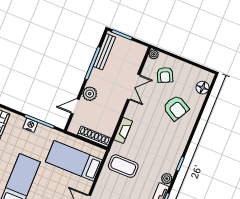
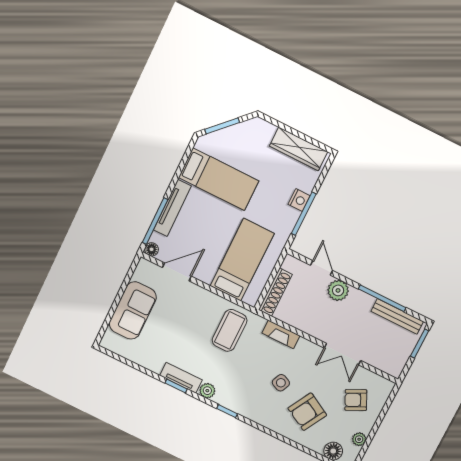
plant: (154, 54) -> (359, 439), moved
side table: (157, 128) -> (281, 383), added

